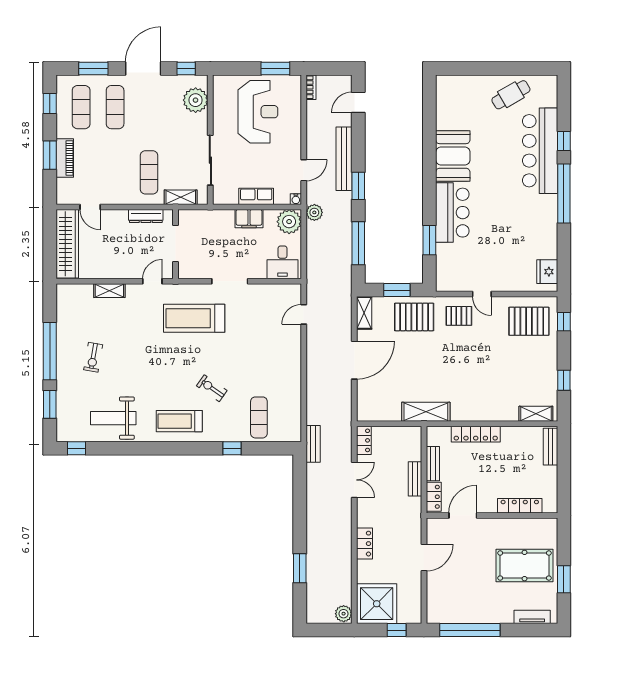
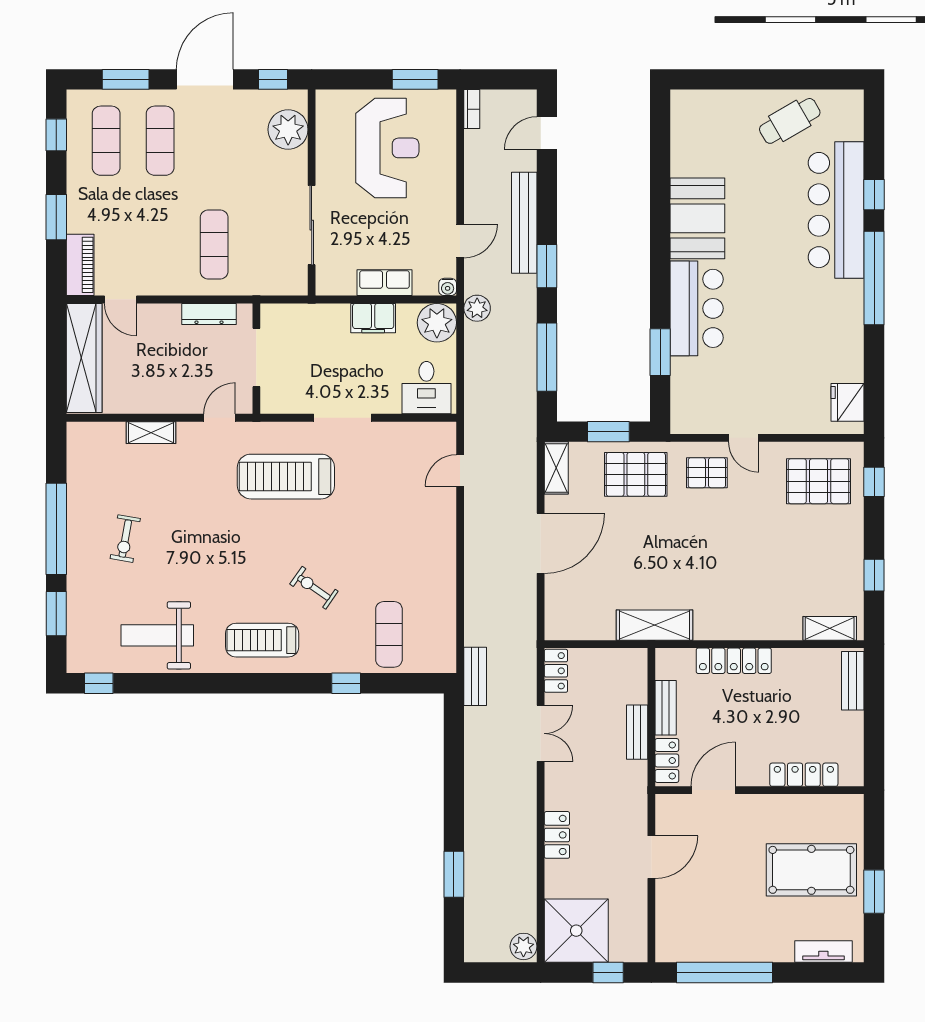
piano: (65, 158) -> (80, 265), moved
shelving: (181, 197) -> (265, 284), removed

